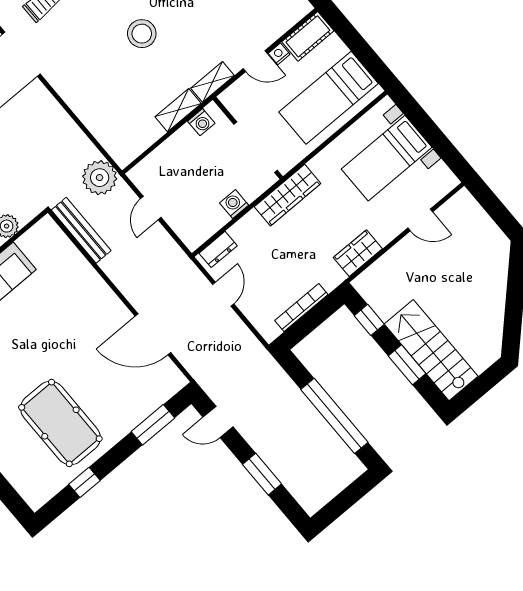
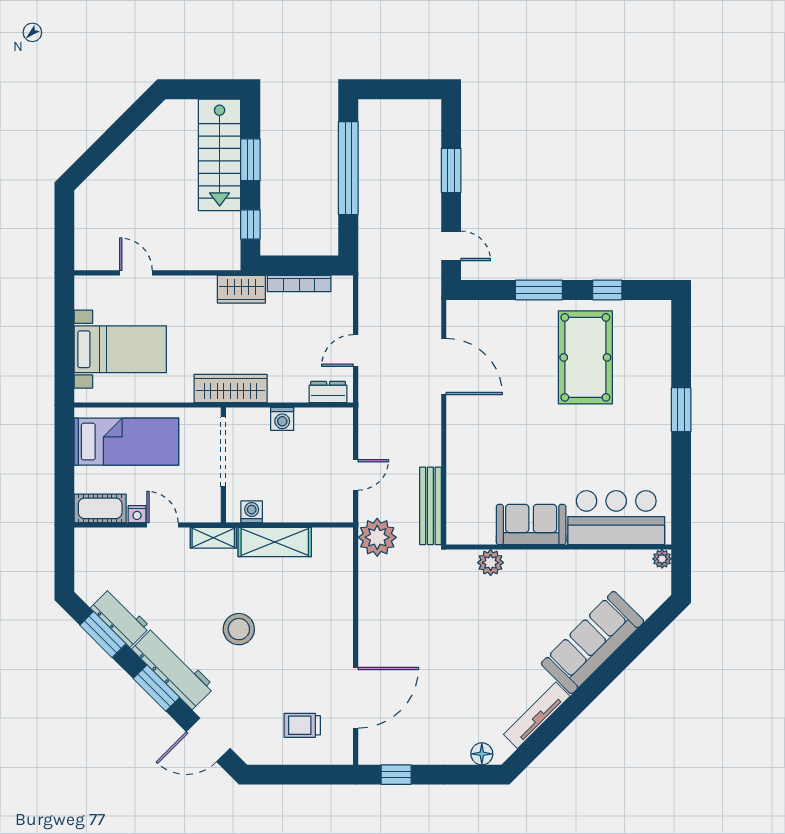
shelving: (178, 110) -> (275, 542), width x1.50, depth x1.33
wardrobe: (358, 253) -> (241, 289), moved
window: (153, 425) -> (539, 290), moved

